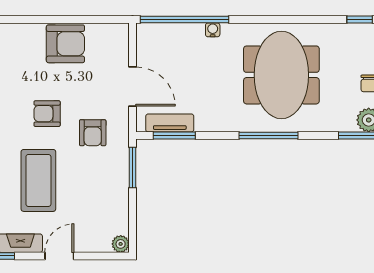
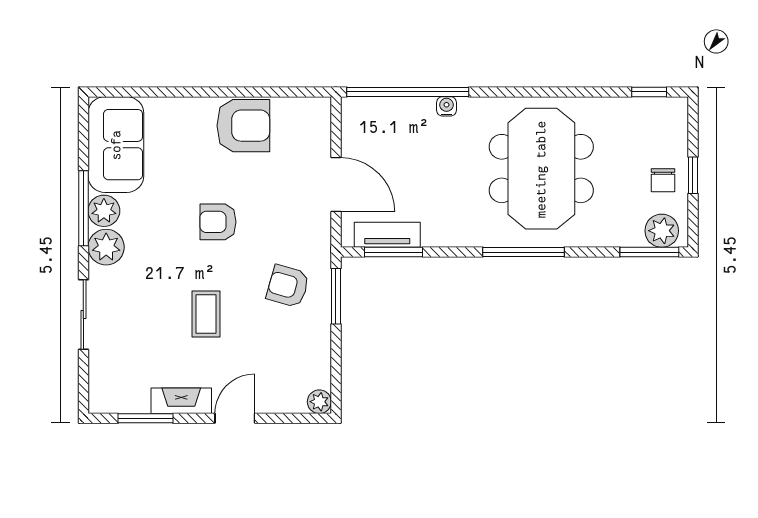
armchair: (93, 133) -> (288, 286), moved, turned 106
coffee table: (38, 180) -> (206, 314), width x0.54, depth x0.58

